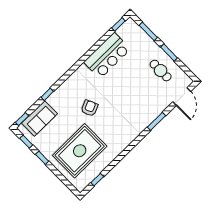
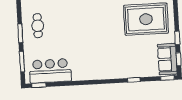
bar counter: (107, 56) -> (50, 71), moved
armchair: (90, 108) -> (112, 43), removed
sofa: (39, 118) -> (167, 59), moved, turned -90

